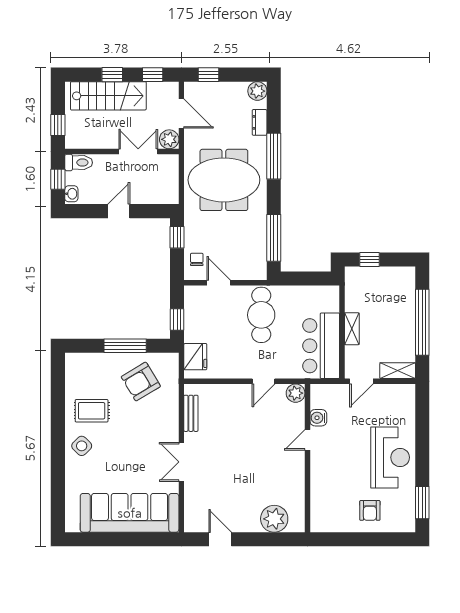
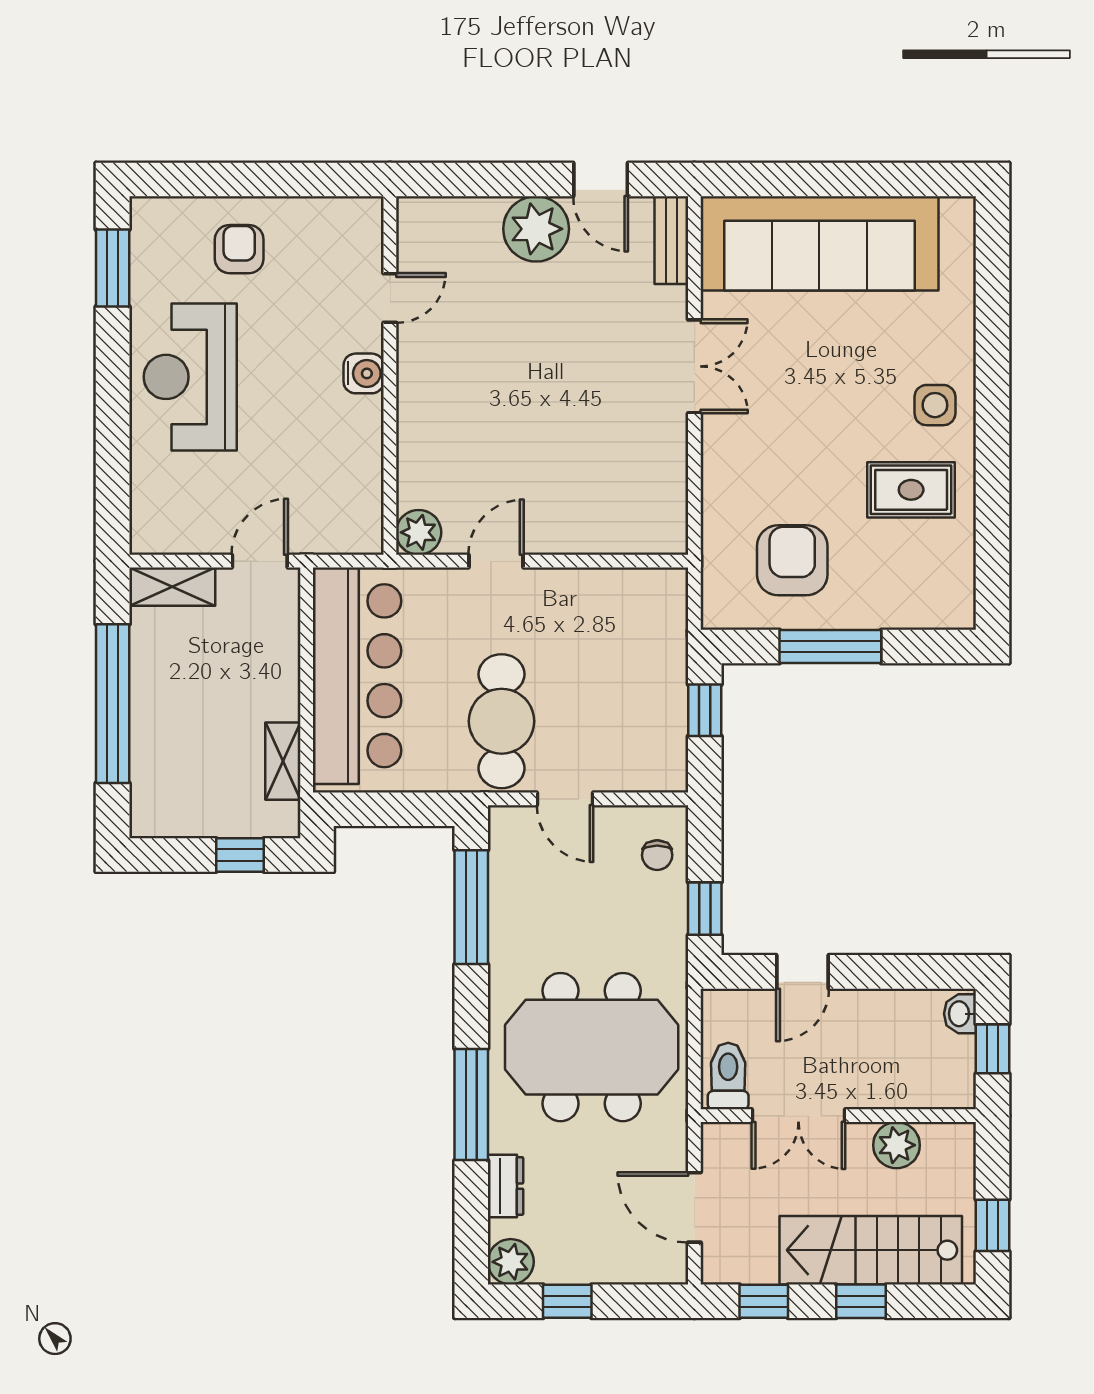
window: (208, 75) -> (567, 1301), moved
window: (58, 125) -> (993, 1225), moved
plant: (169, 139) -> (897, 1145), moved
toilet: (79, 163) -> (728, 1076), moved, turned 90
door: (119, 211) -> (803, 972), moved
door: (219, 283) -> (565, 799), moved
shelving: (352, 329) -> (283, 761), moved
bar counter: (321, 346) -> (357, 676), width x1.36
fridge: (195, 357) -> (661, 621), removed
armchair: (141, 382) -> (792, 560), turned -59
bench: (191, 413) -> (671, 240), moved
water cooler: (318, 418) -> (364, 373), moved
door: (307, 440) -> (390, 298), moved
side table: (82, 446) -> (935, 405), turned 45
plant: (274, 519) -> (536, 229), moved

